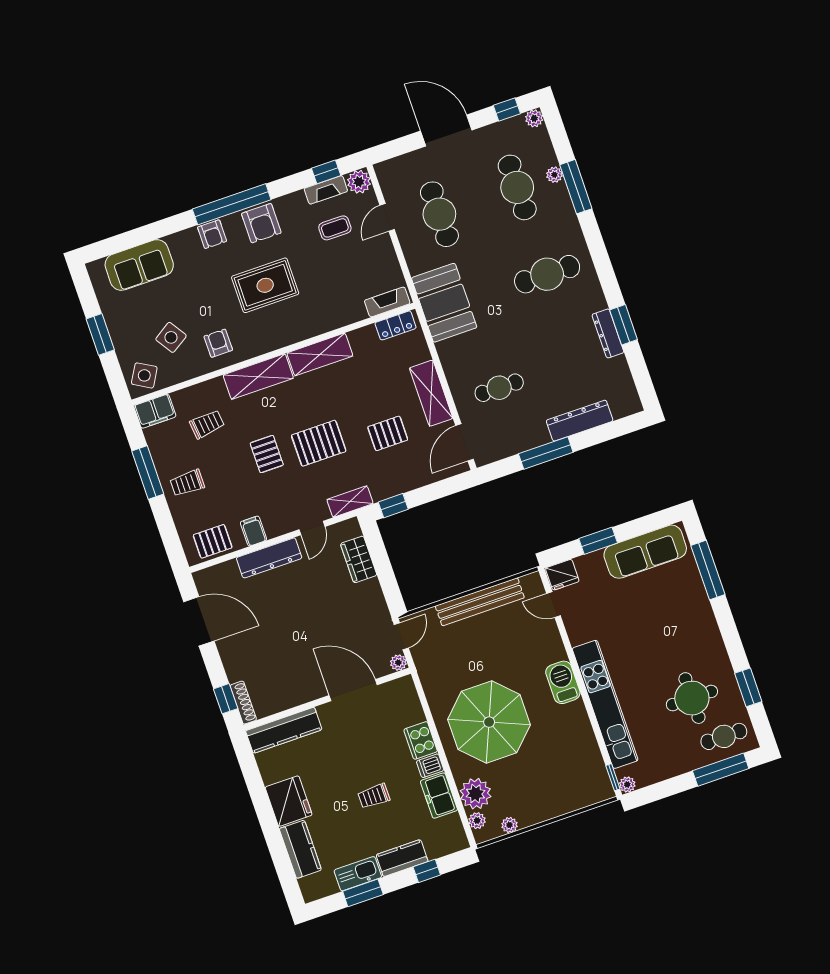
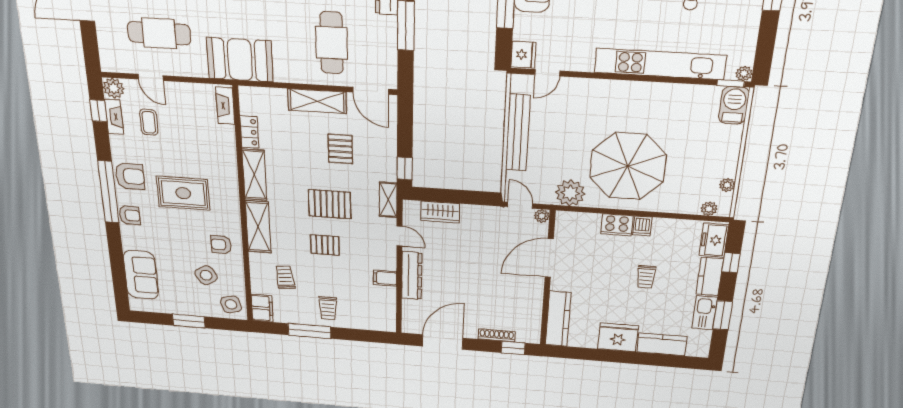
rug: (265, 285) -> (183, 193), turned 90
locker: (396, 325) -> (249, 132), moved
side table: (144, 375) -> (231, 304), turned 45
cafe table: (499, 388) -> (332, 43), width x1.37, depth x1.35
pallet: (319, 443) -> (330, 204), turned 90
pallet: (213, 541) -> (382, 309), removed
barbecue: (563, 682) -> (734, 105), moved, turned 90
shoe rack: (243, 703) -> (497, 335), moved
plant: (476, 794) -> (570, 193), moved
freezer: (439, 796) -> (714, 240), moved, turned 90

